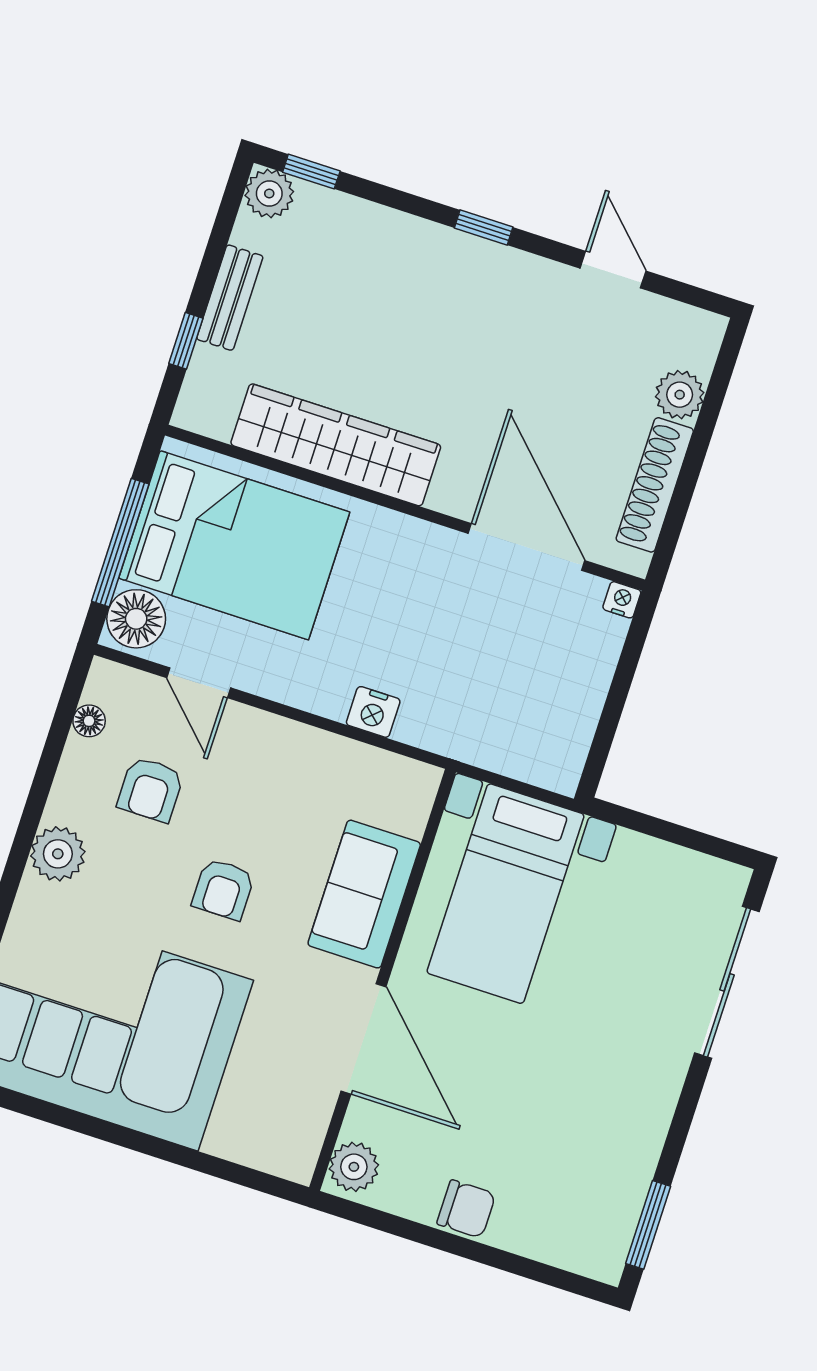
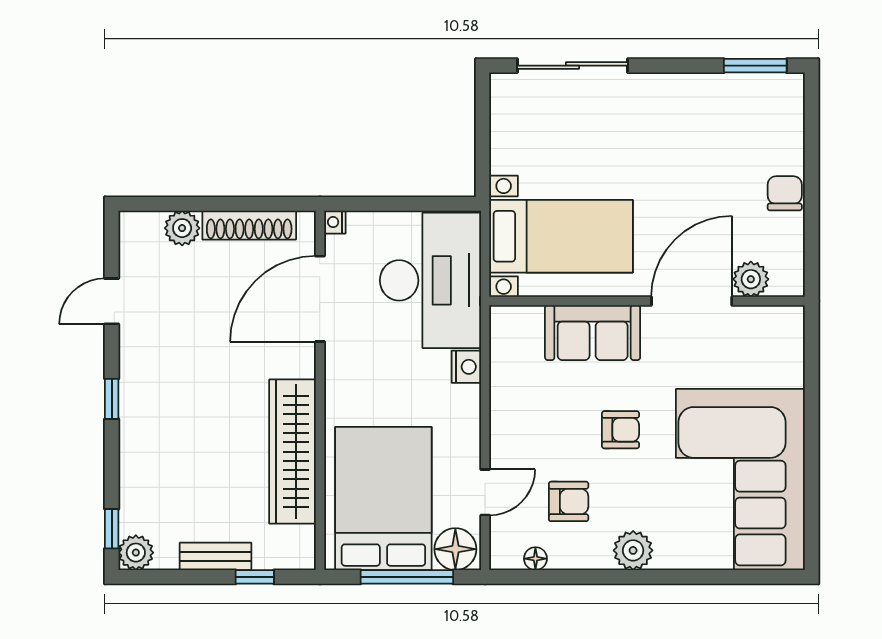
desk: (503, 702) -> (430, 280), added
plant: (354, 1167) -> (751, 279), moved

